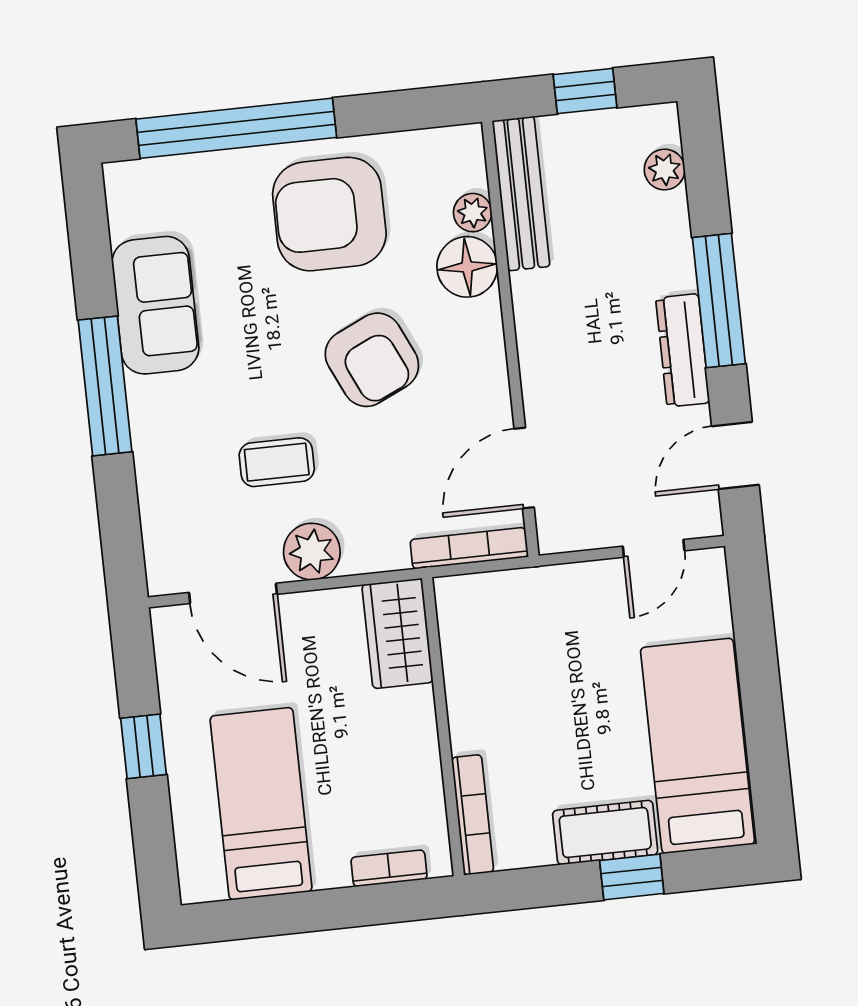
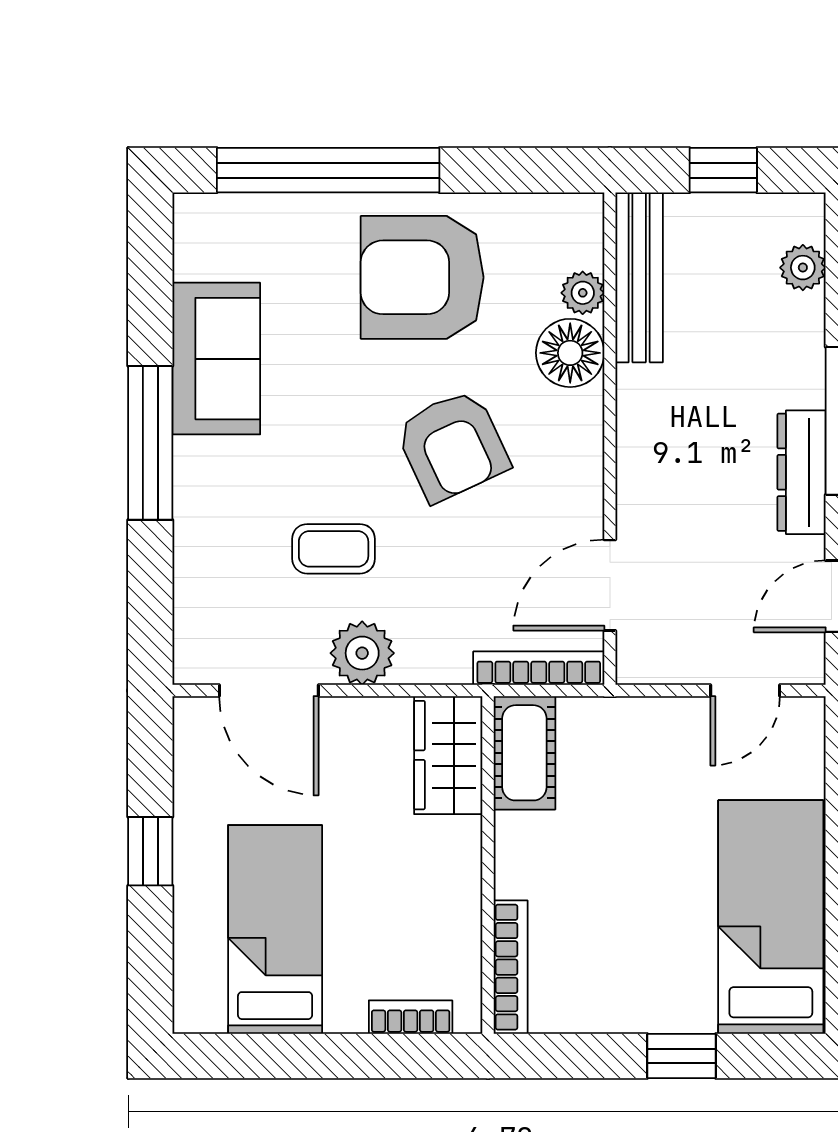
cot: (605, 833) -> (524, 753), moved, turned 90

